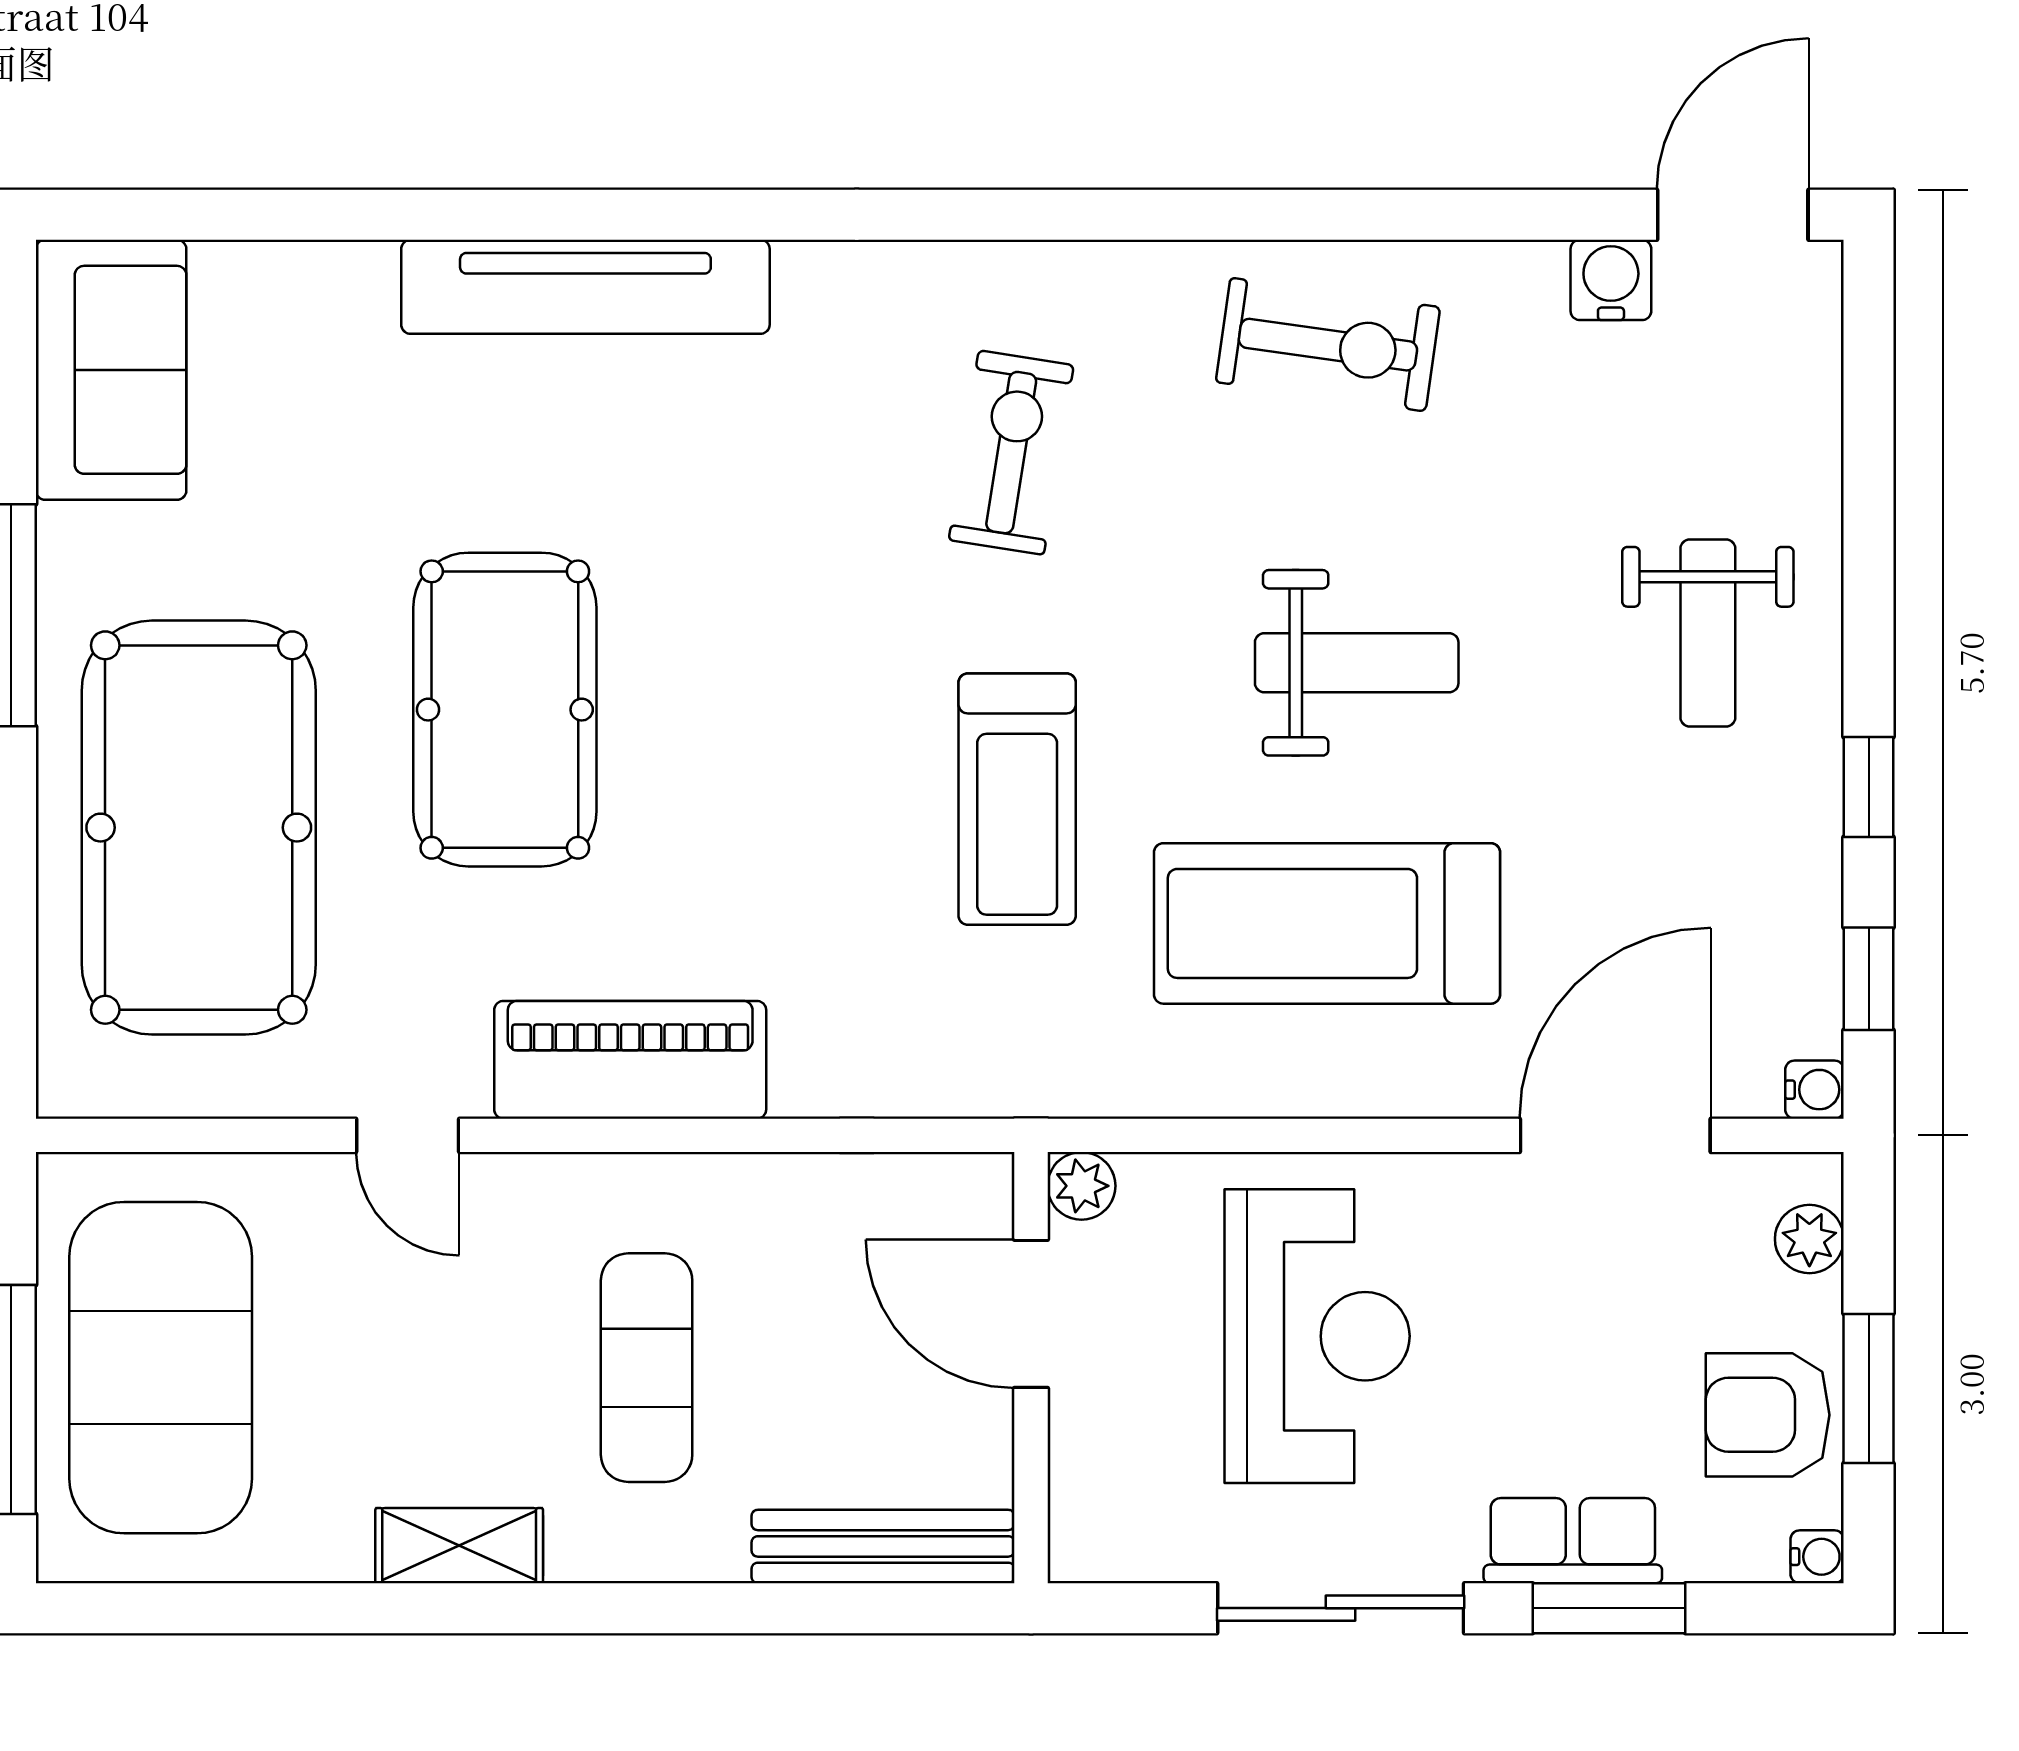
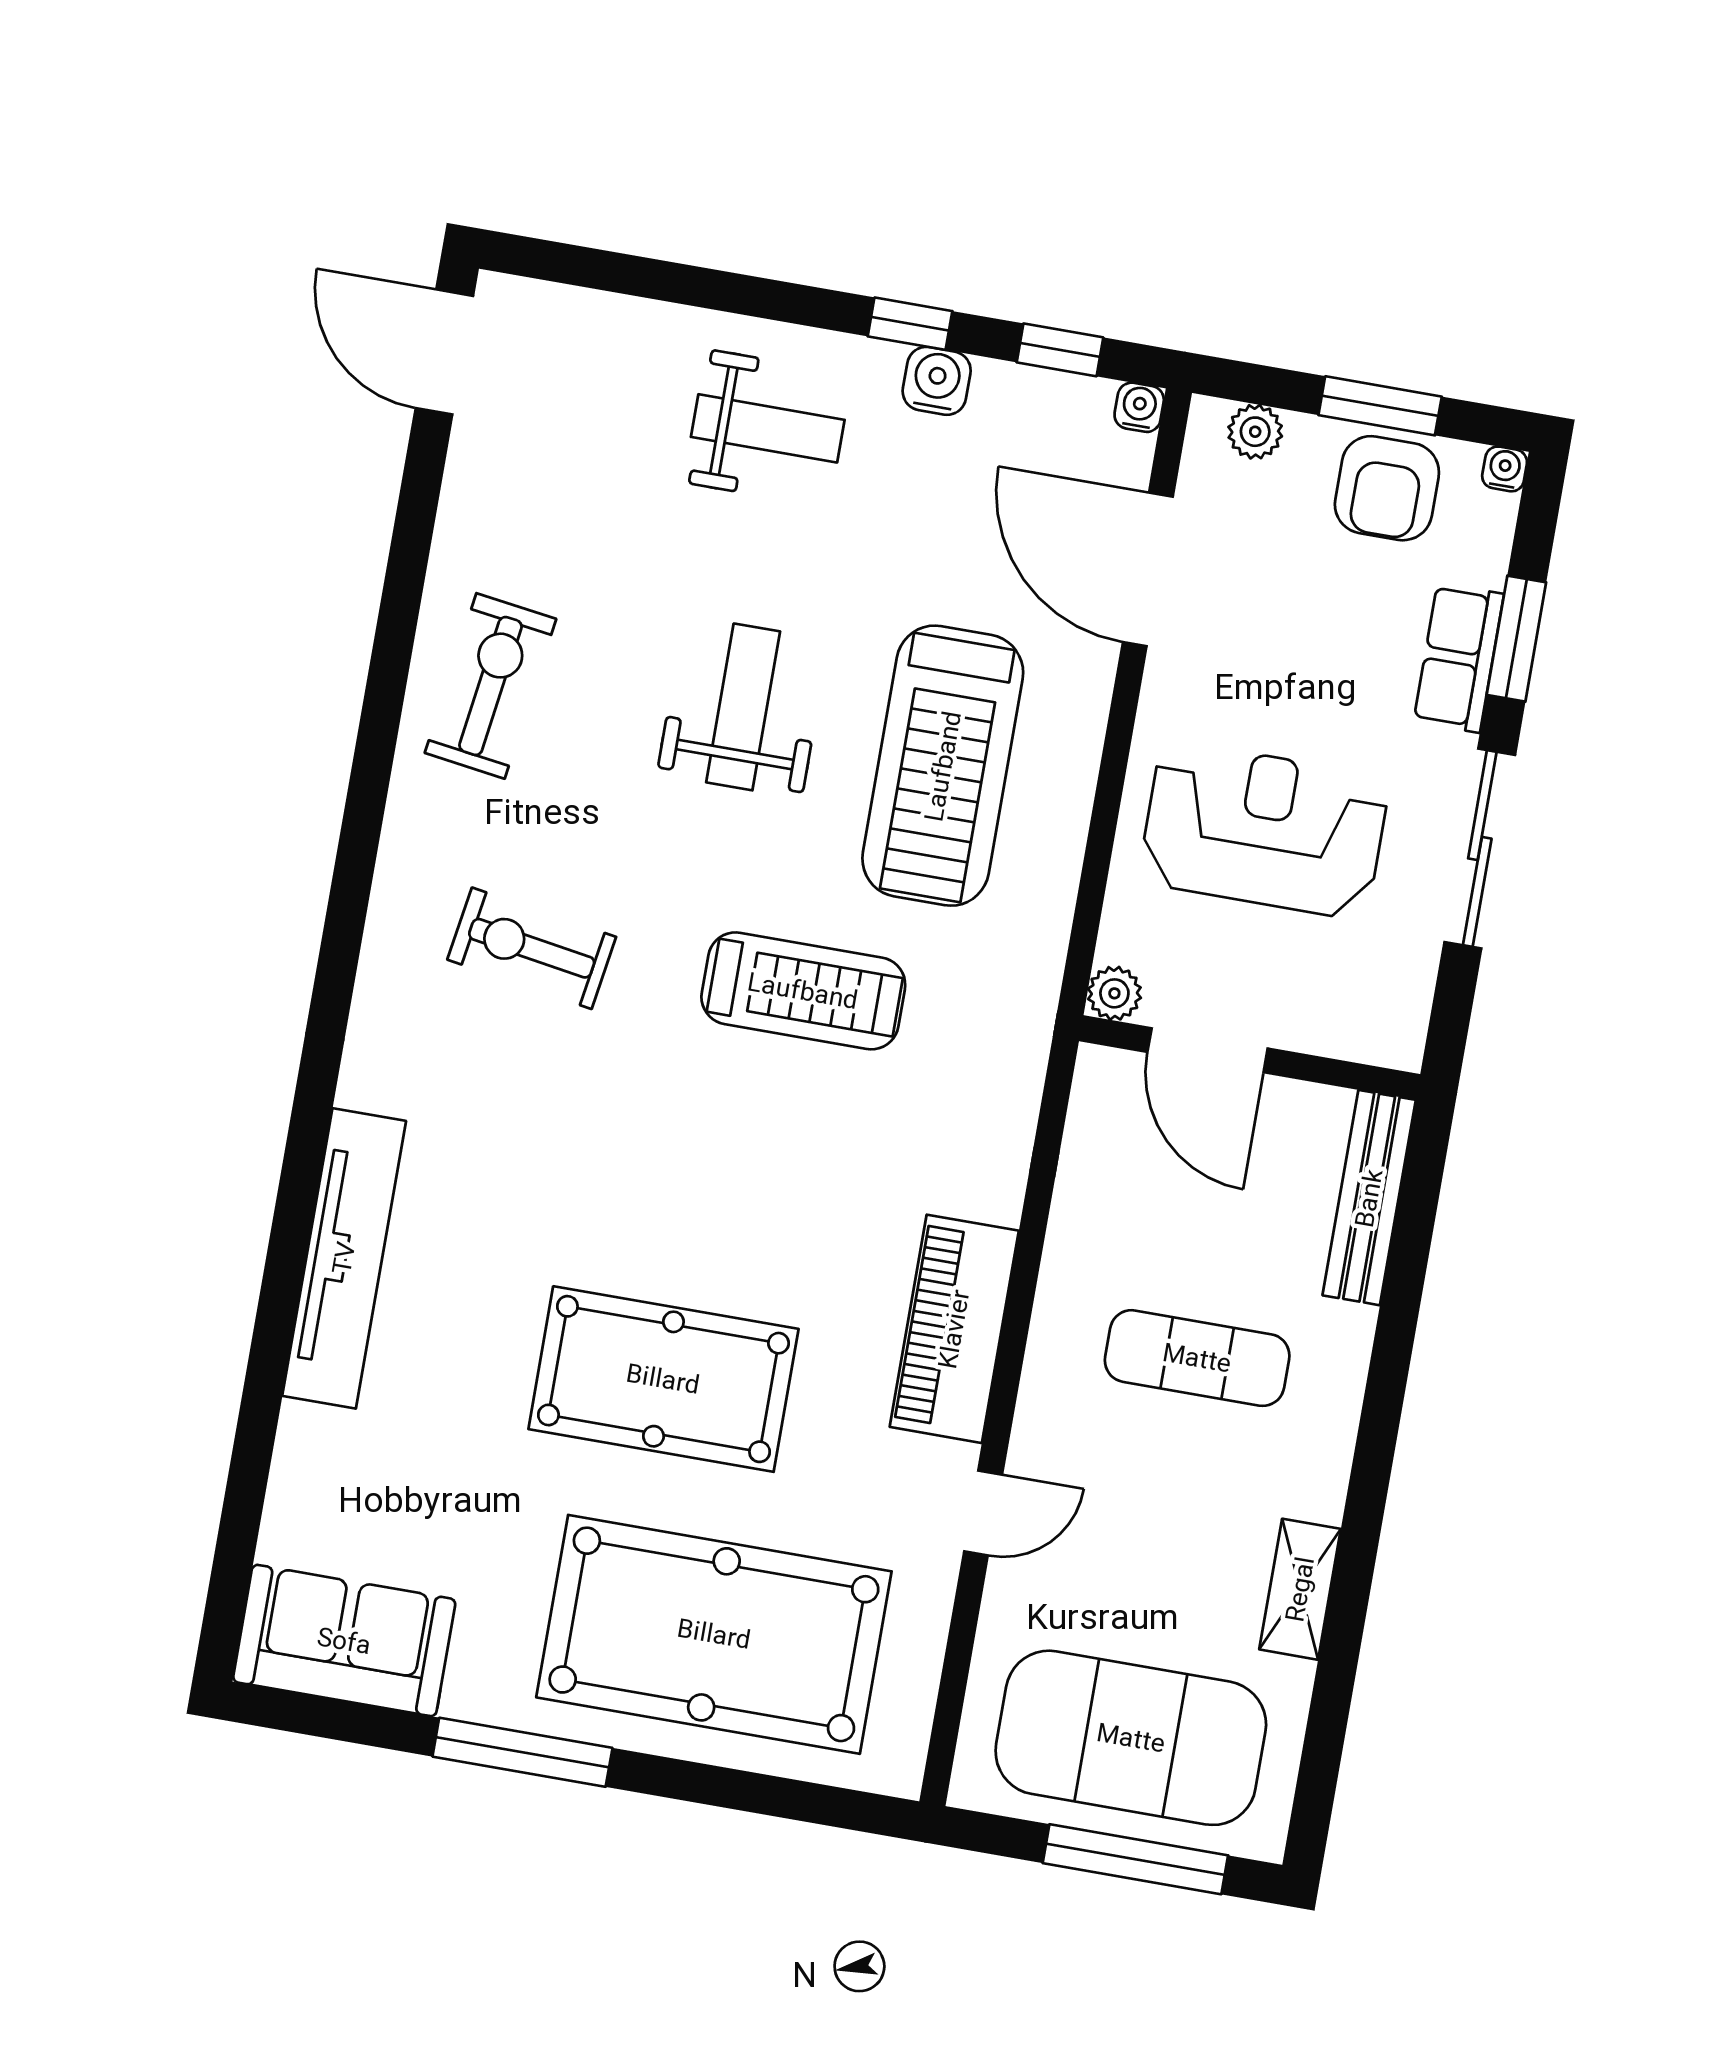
water cooler: (1611, 280) -> (937, 381), moved, turned 90
door: (1031, 1314) -> (1208, 1050), hinge flipped
shelving: (459, 1546) -> (1300, 1589), moved

